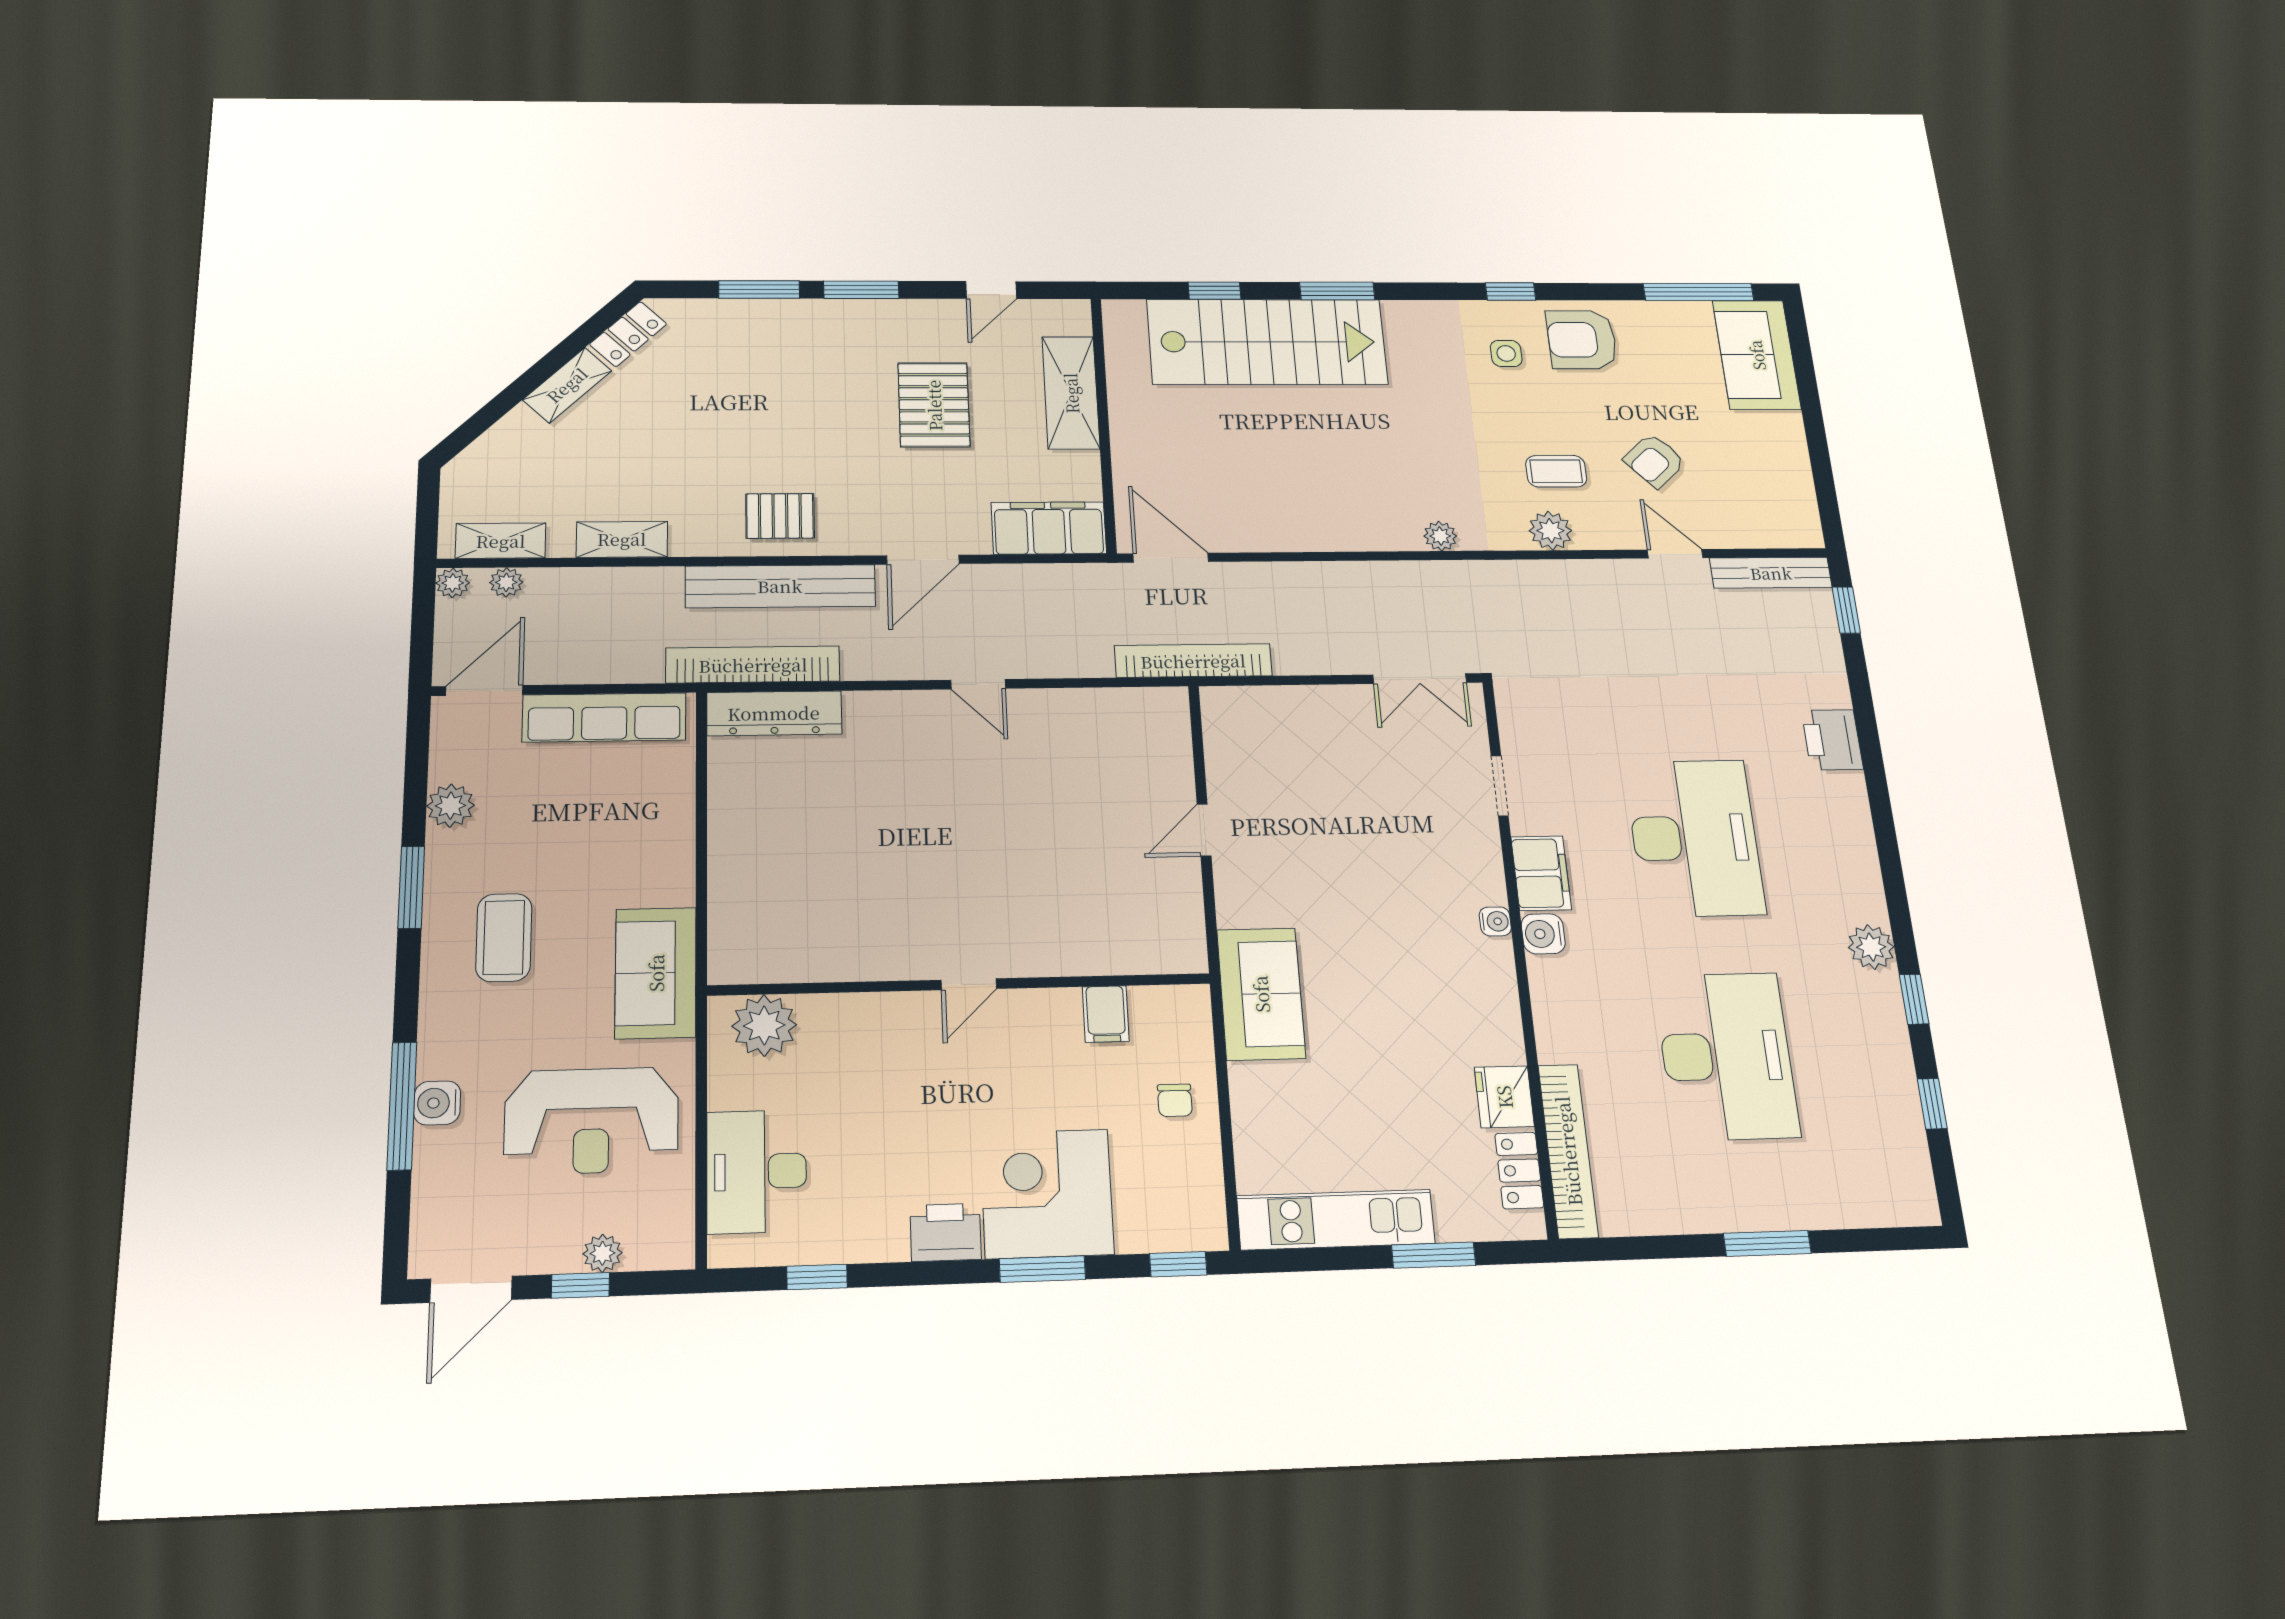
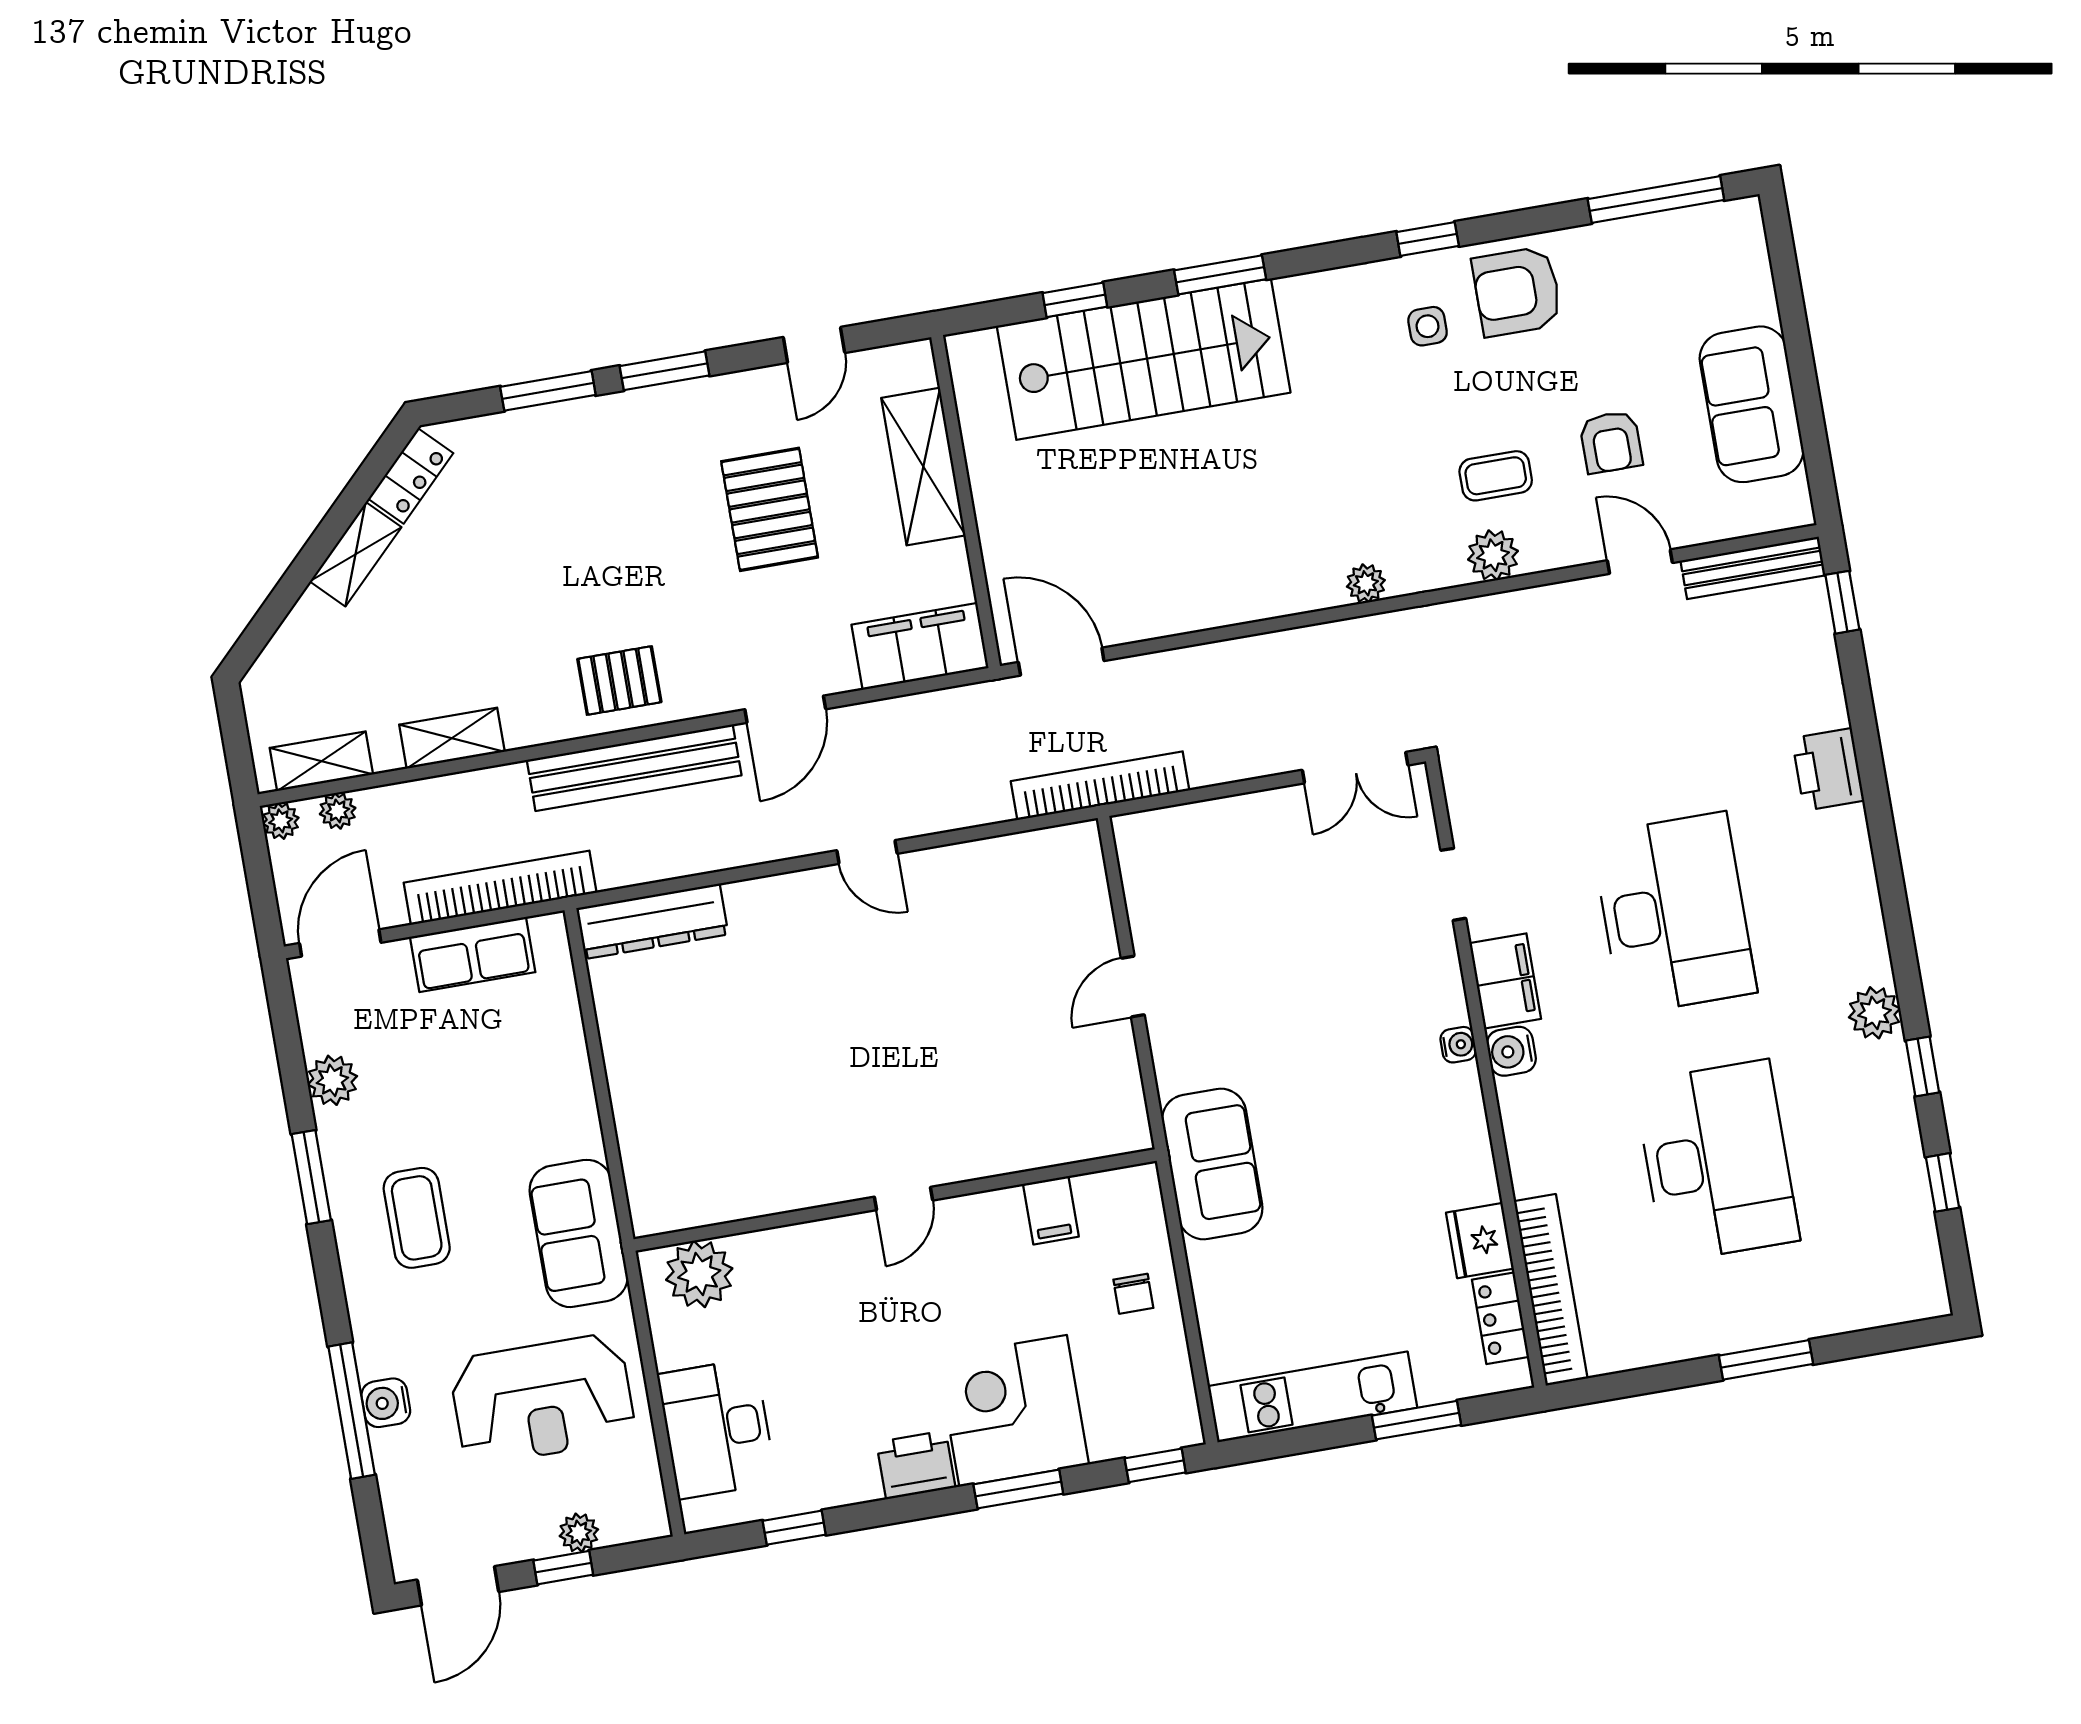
sofa: (1757, 355) -> (1752, 404), moved
armchair: (1654, 461) -> (1611, 442), turned -47
bookcase: (753, 665) -> (500, 888), moved
row of seats: (604, 717) -> (473, 954), width x0.68

